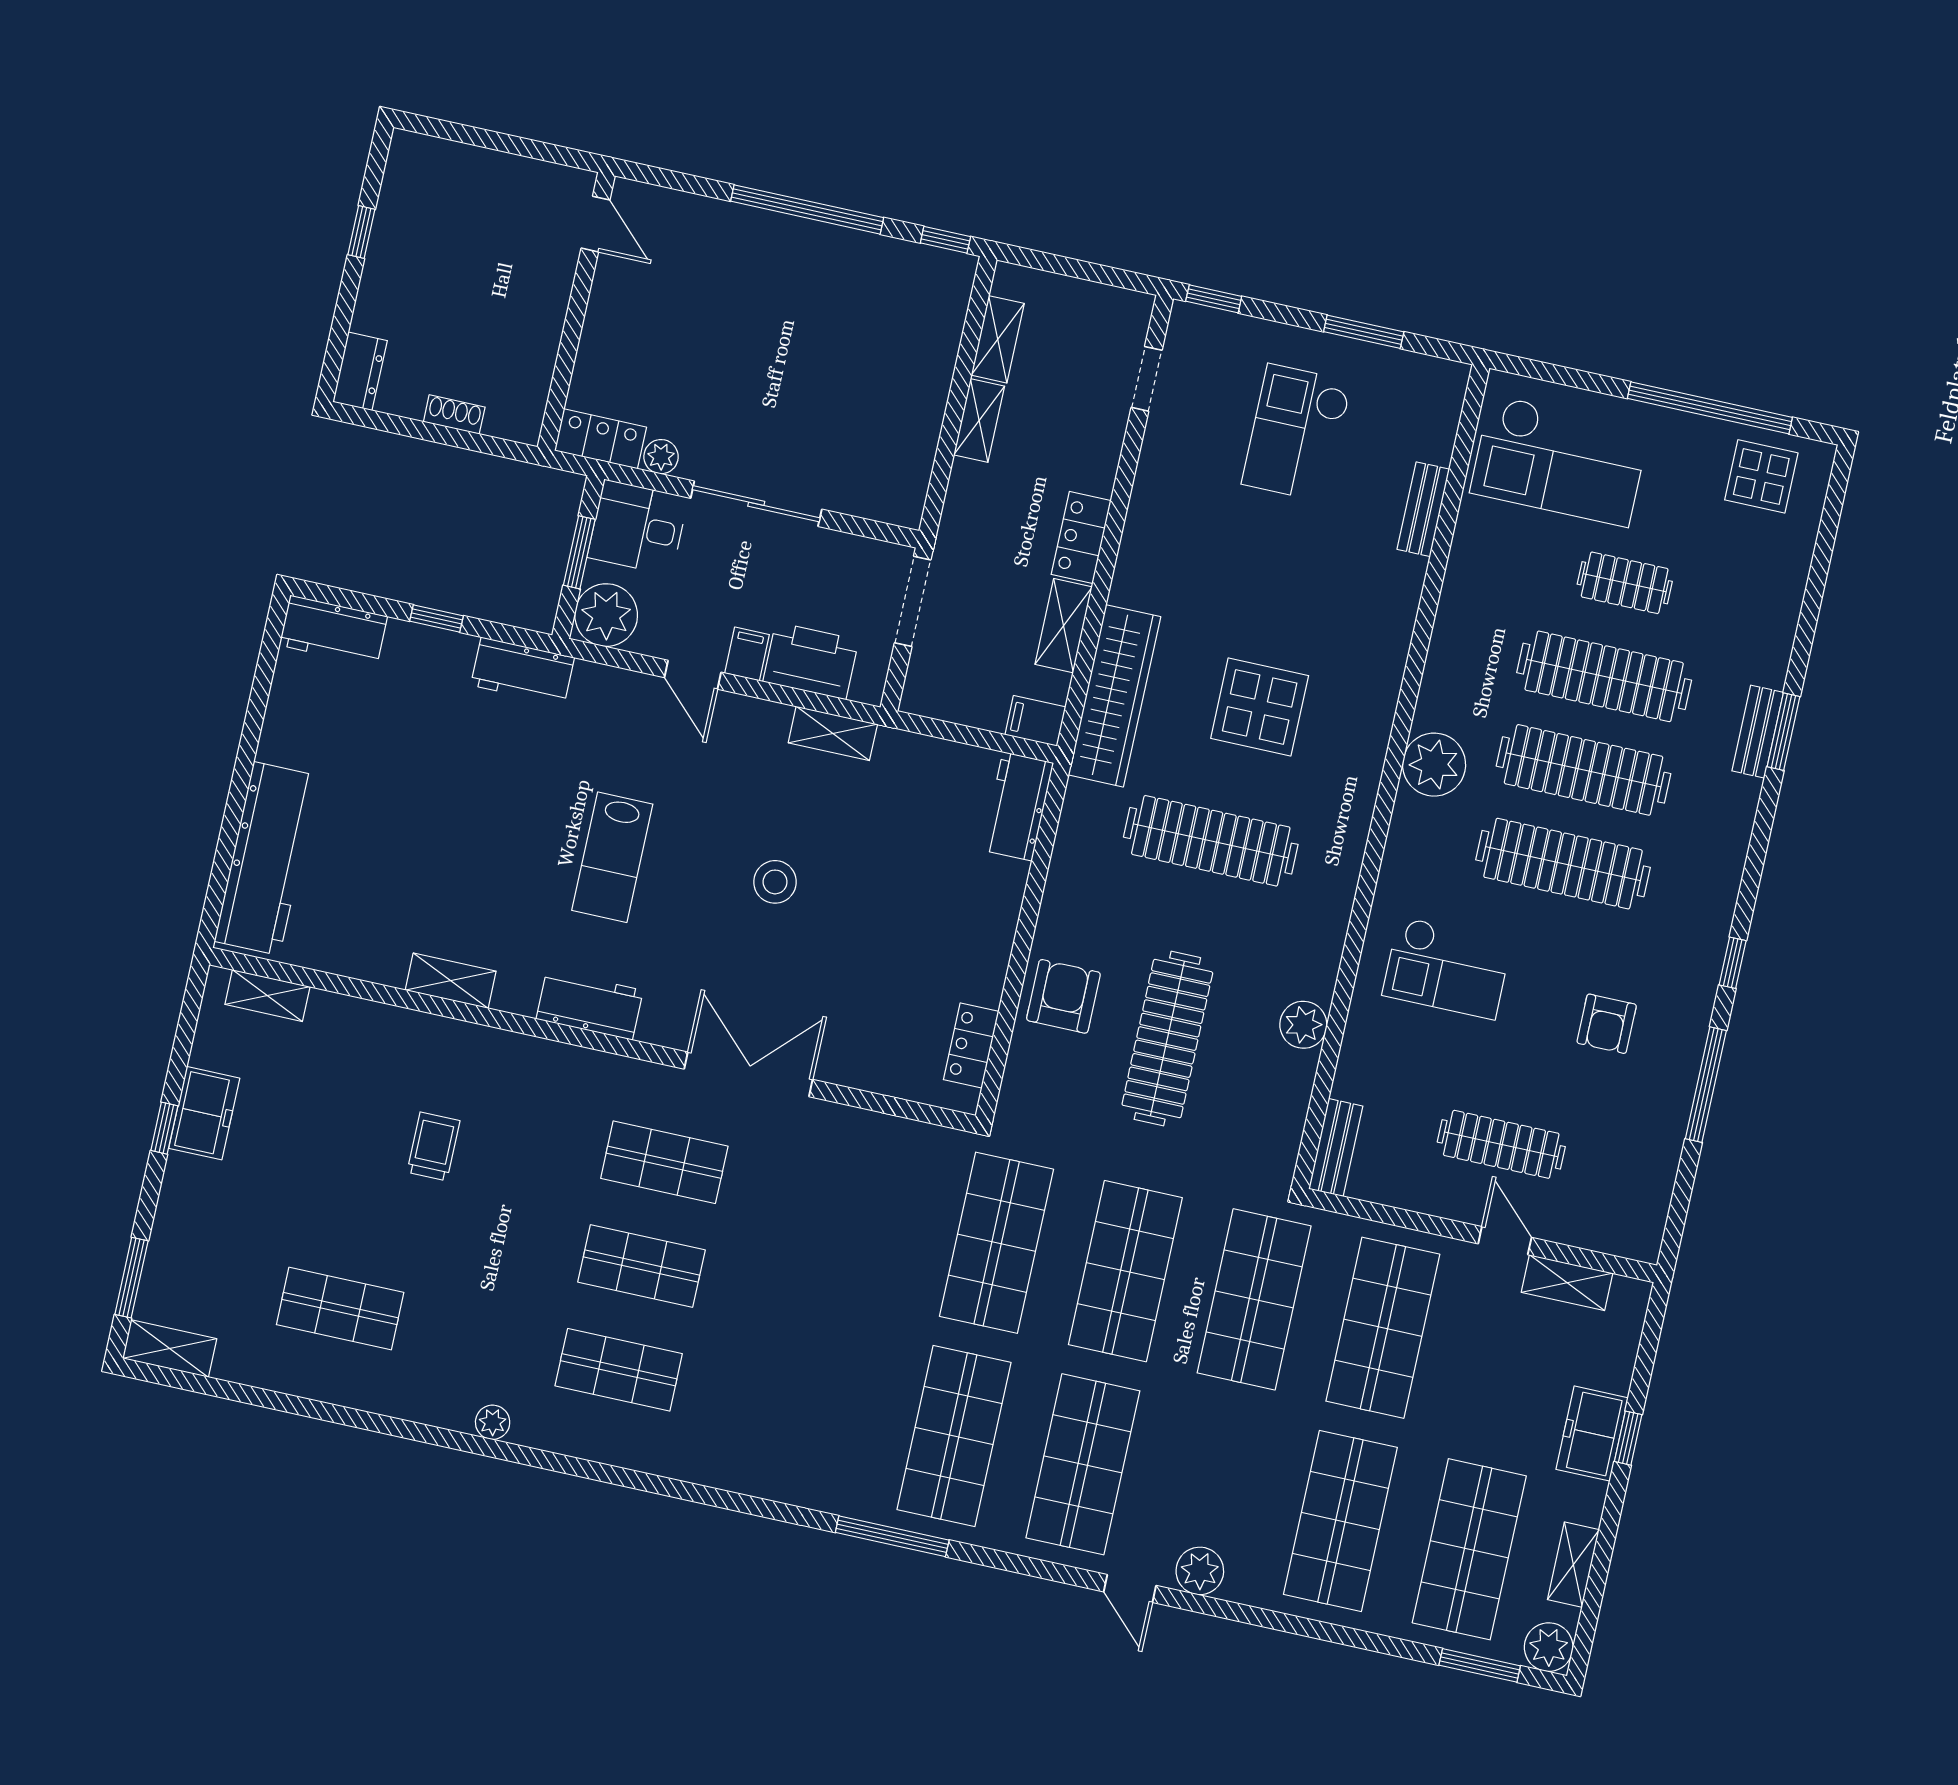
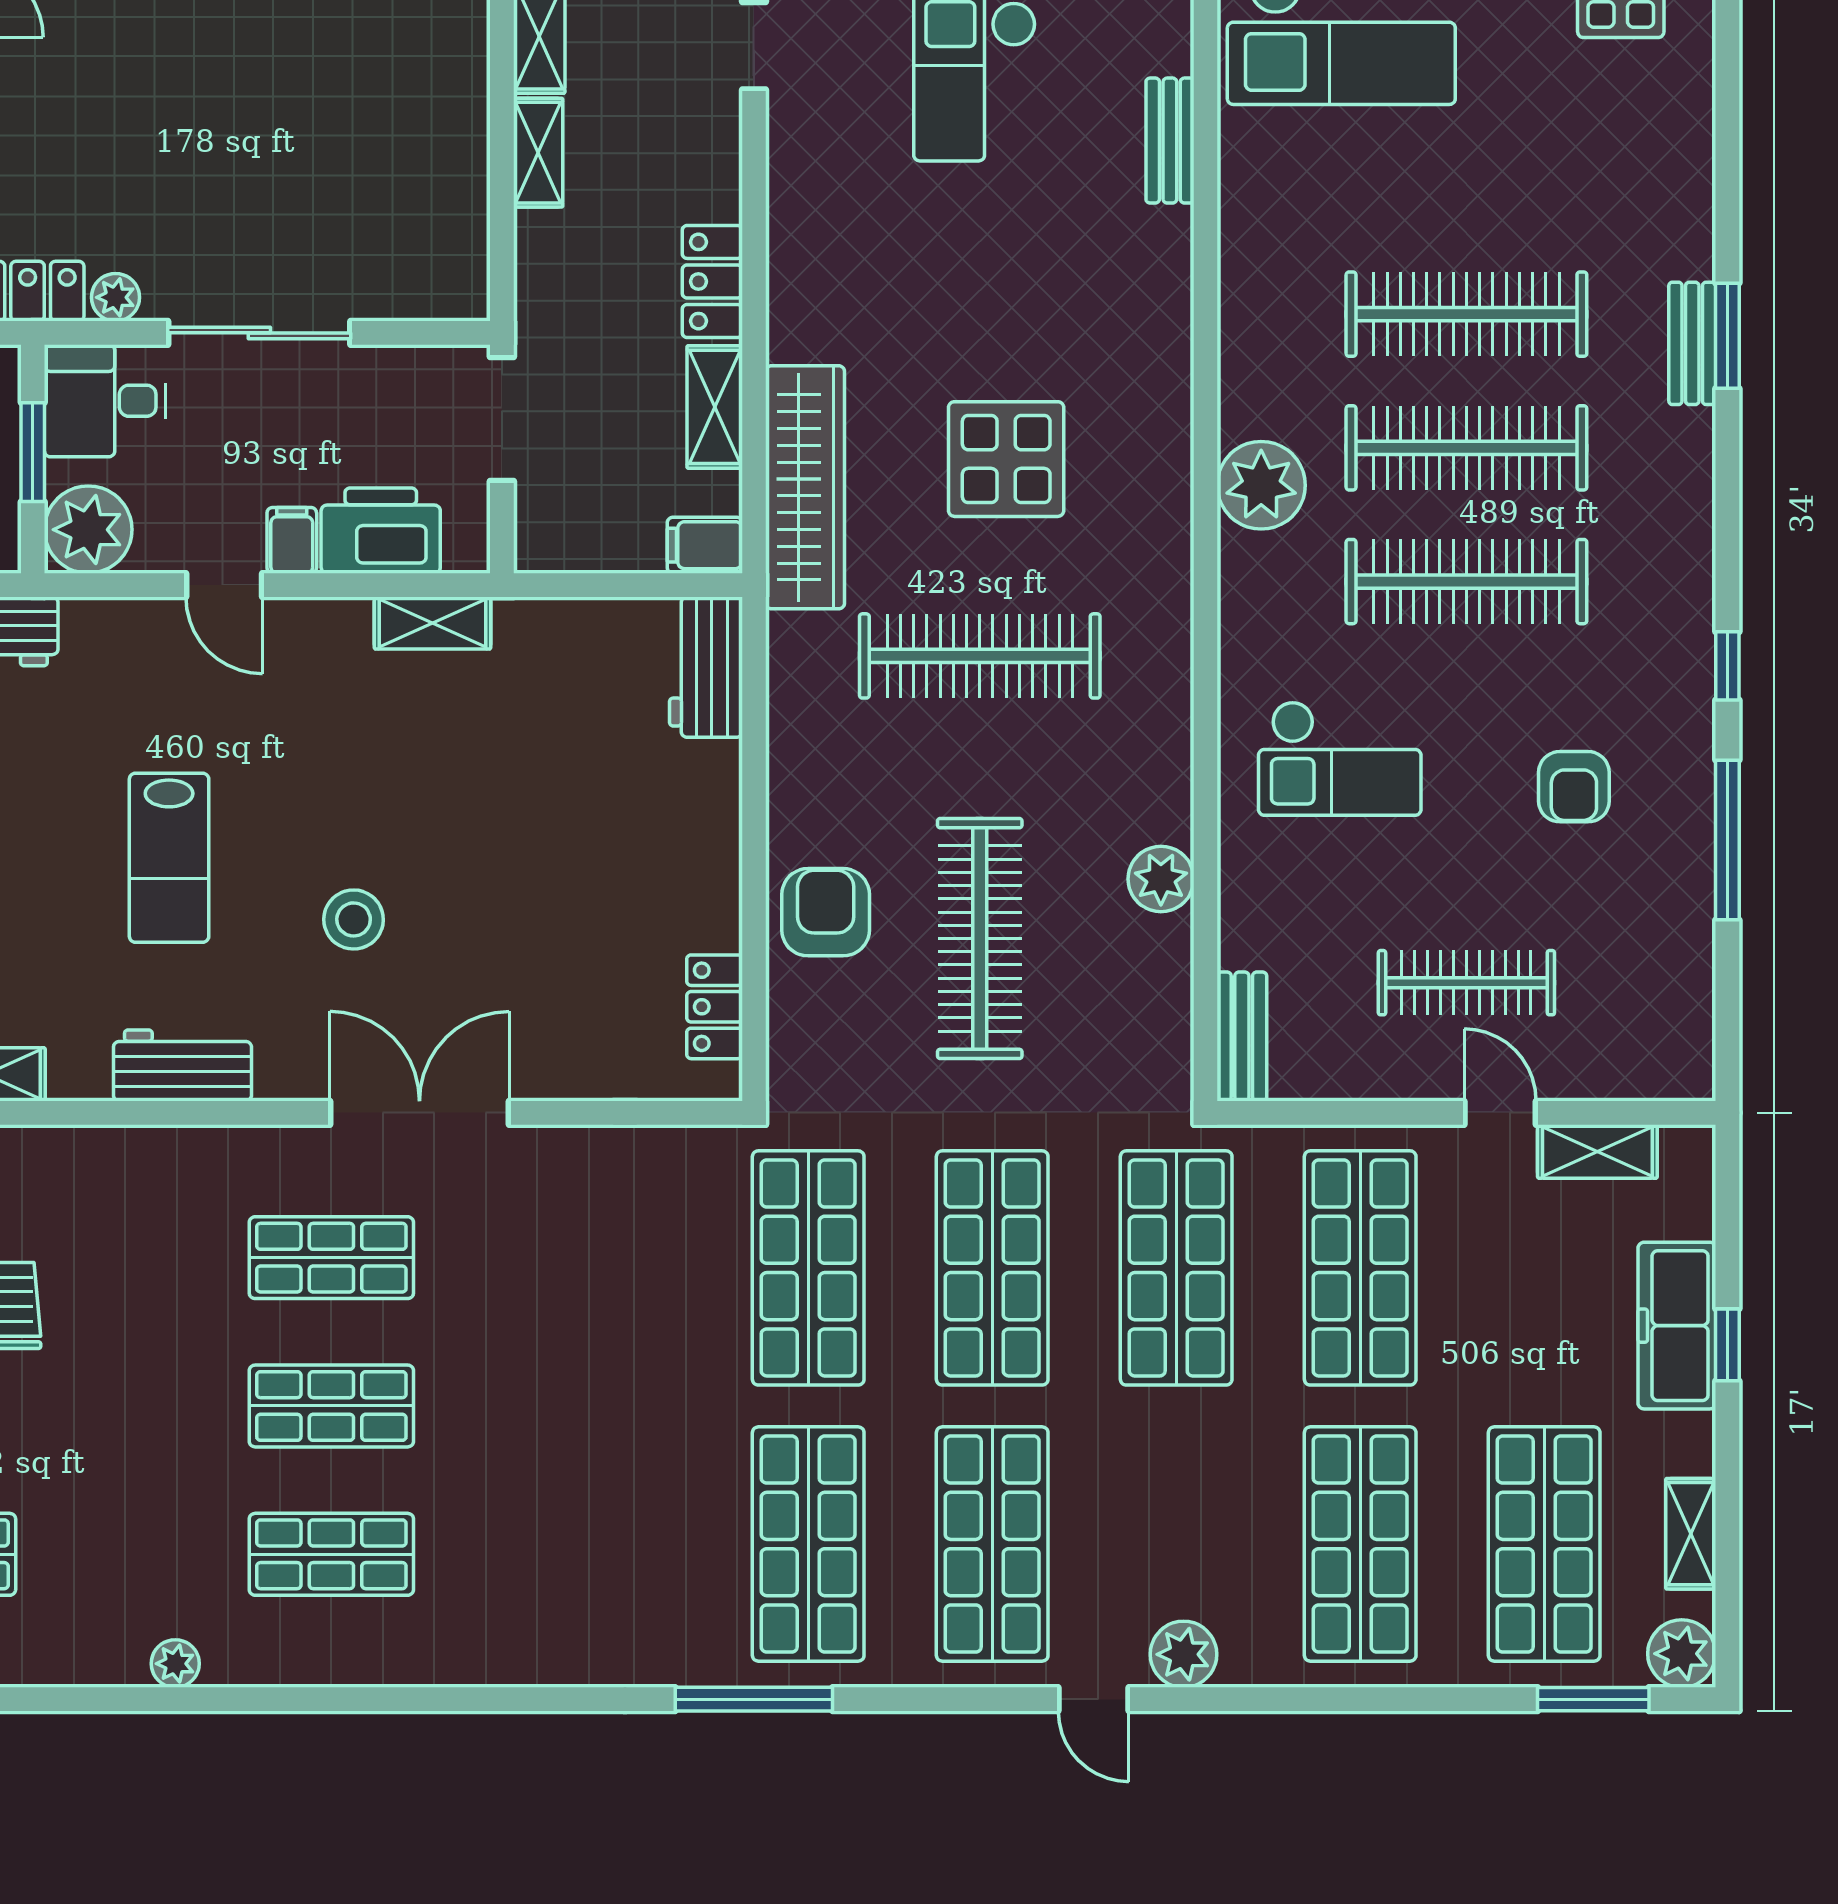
clothes rail: (1625, 583) -> (1466, 180), removed
stool: (775, 882) -> (354, 919), moved
freezer: (1592, 1434) -> (1677, 1326), width x1.40

